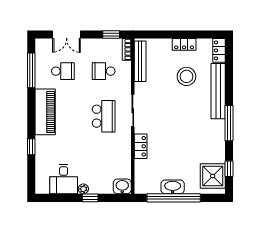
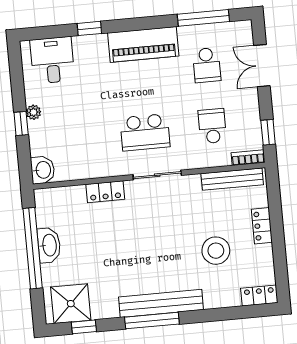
locker: (184, 44) -> (262, 226), moved
bench: (218, 91) -> (161, 303), moved
desk: (64, 179) -> (52, 60), moved, turned 90

